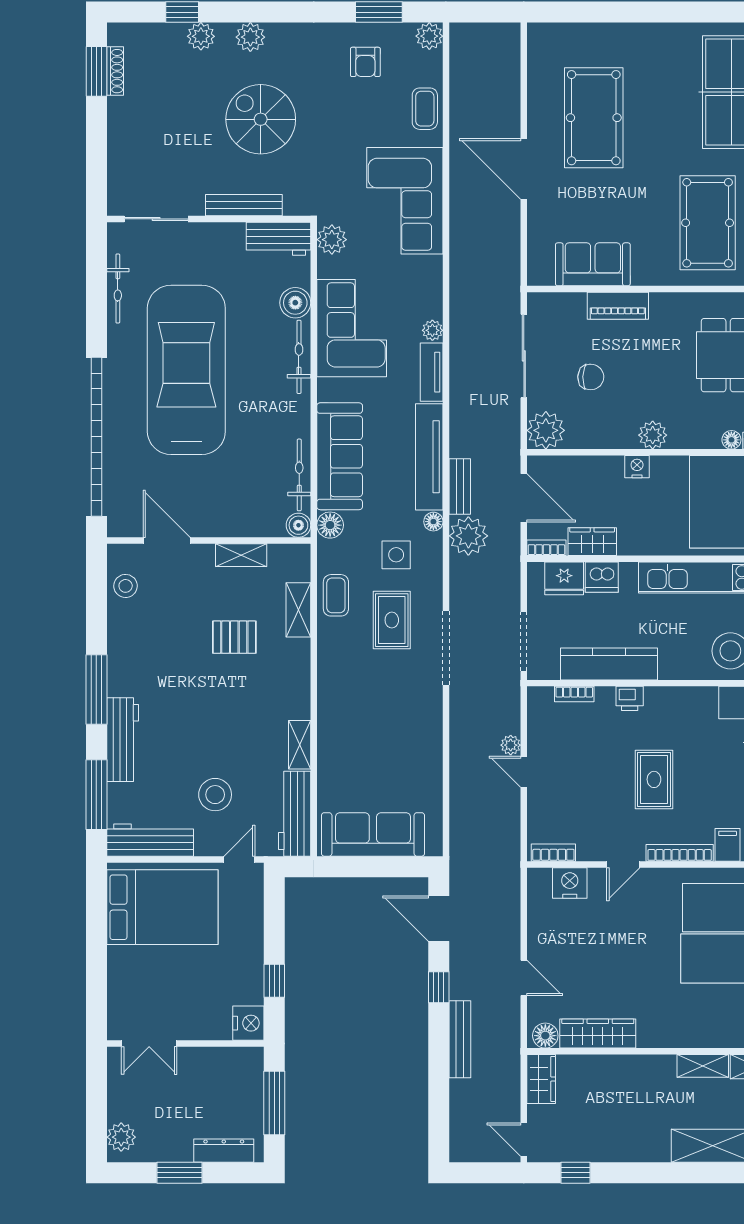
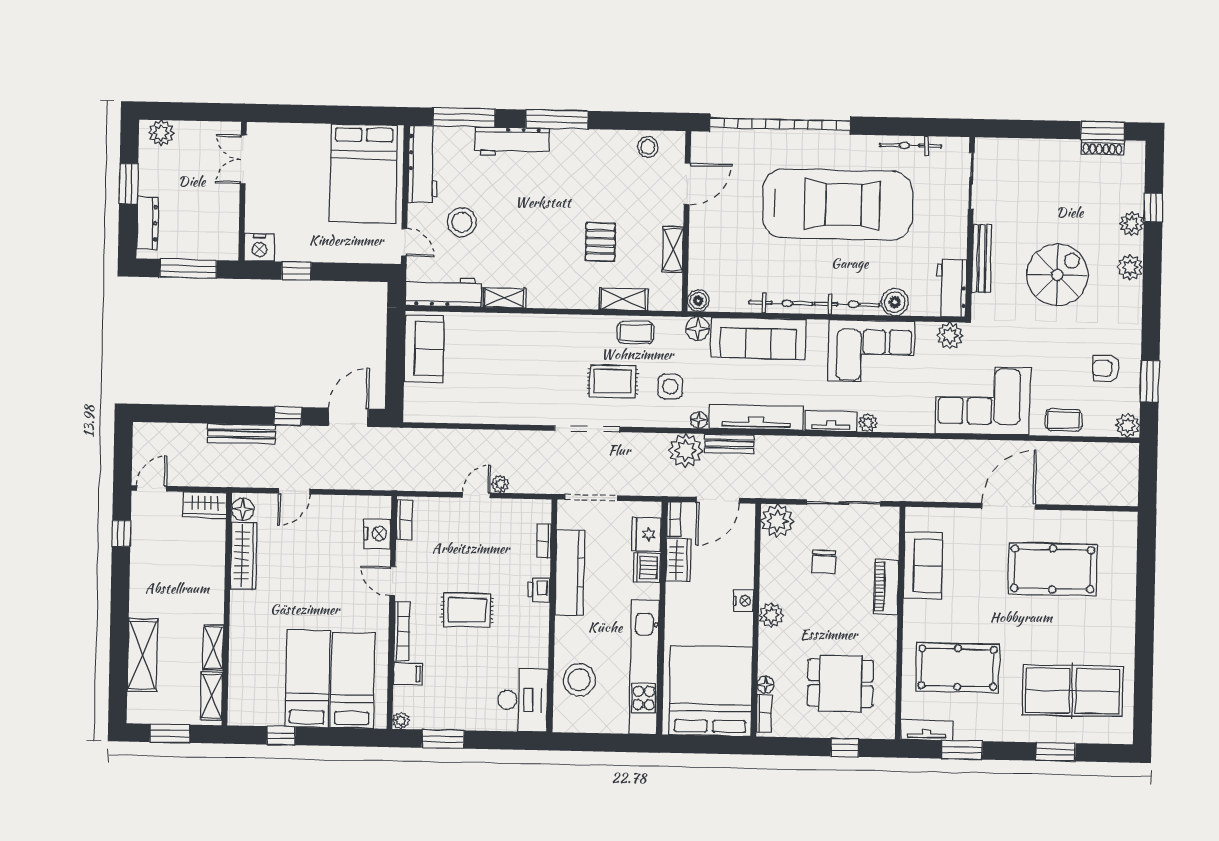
bicycle: (299, 475) -> (781, 303), moved
sofa: (373, 834) -> (424, 349), width x0.73

